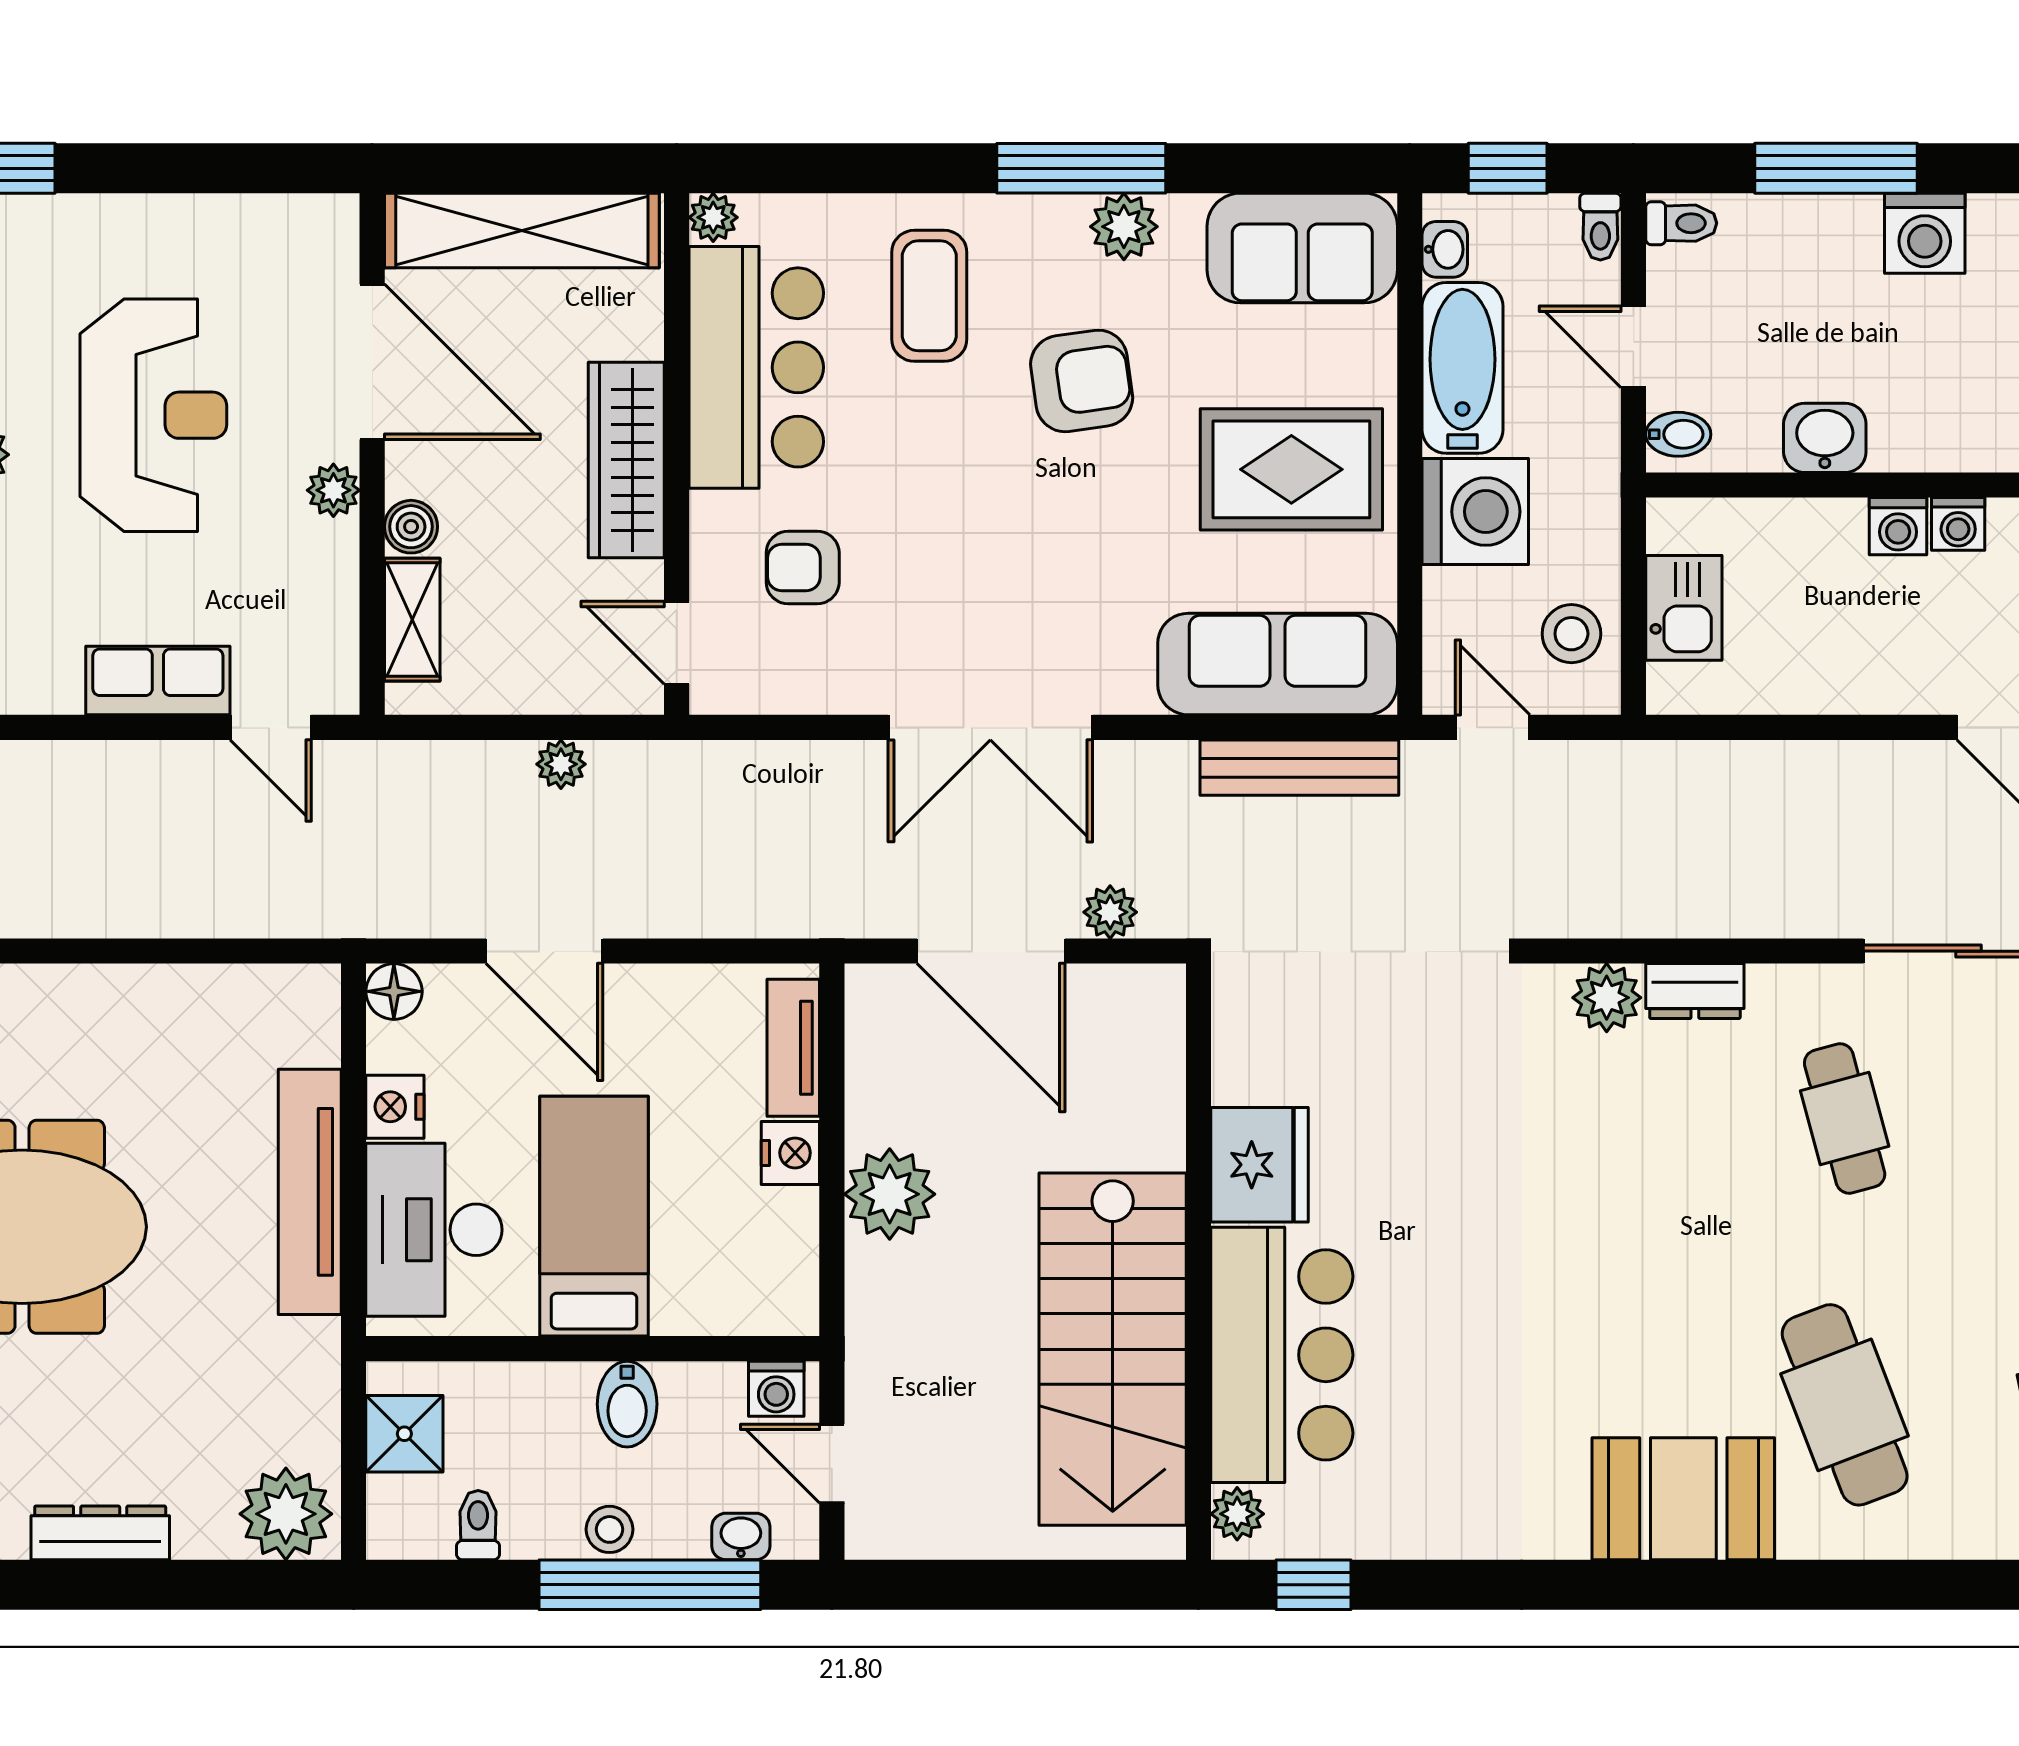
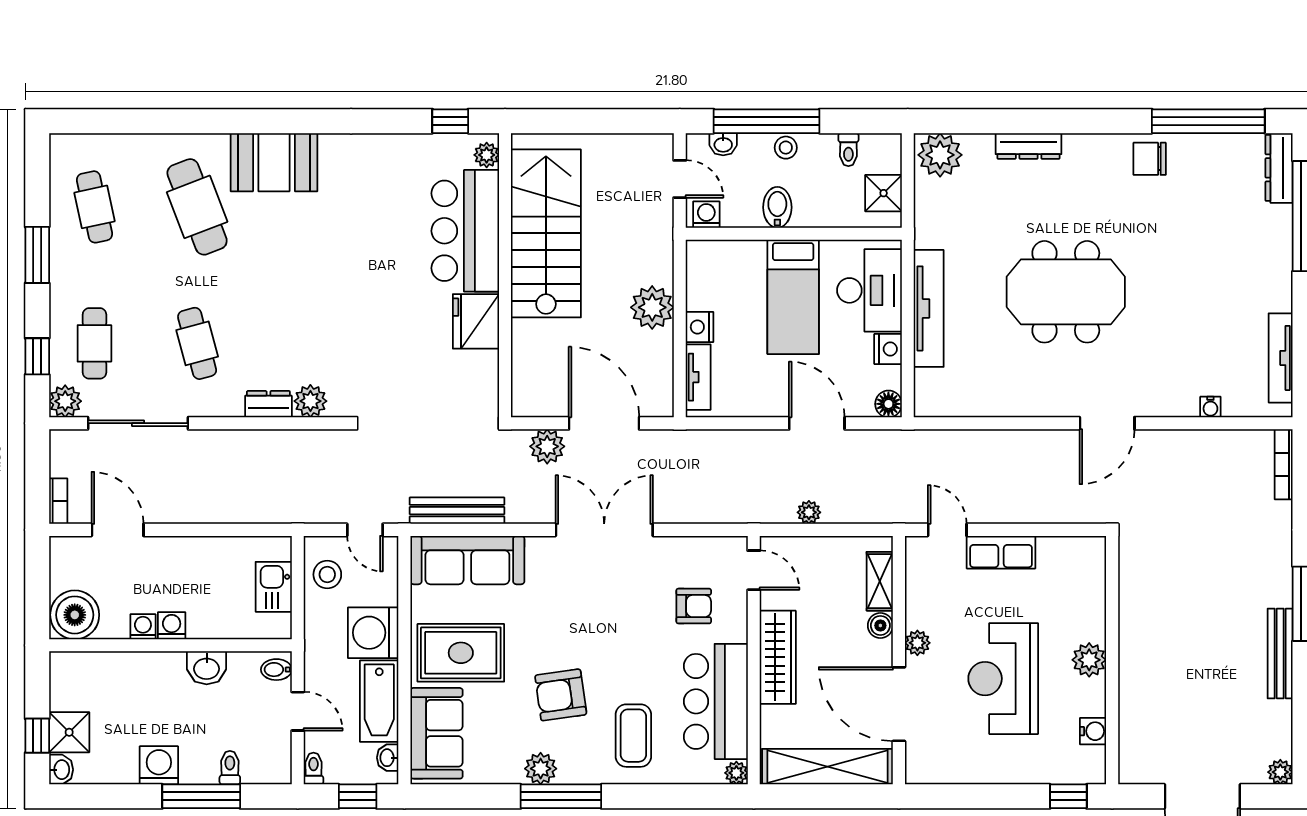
toilet: (1681, 223) -> (230, 768), moved, turned 90
sofa: (1302, 248) -> (436, 733), moved, turned 90
plant: (1110, 912) -> (547, 446), width x1.38, depth x1.38

